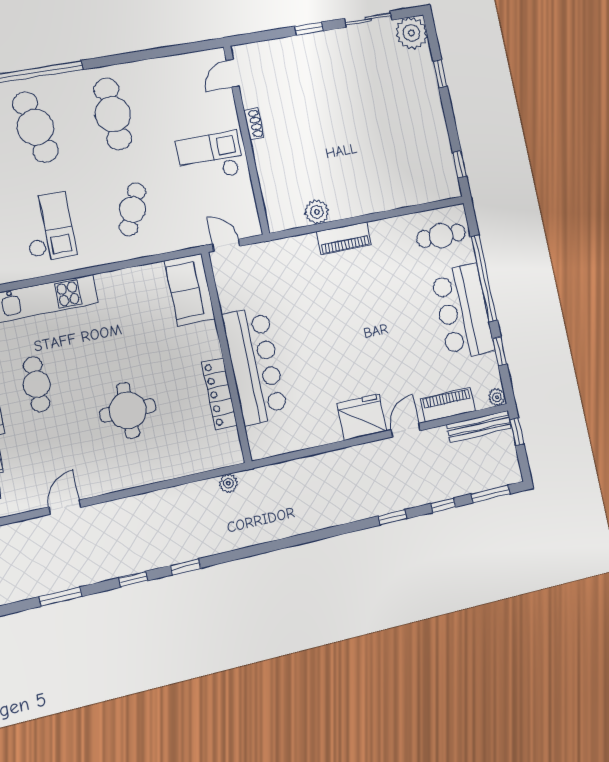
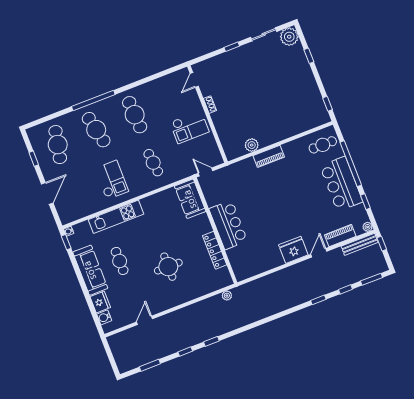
checkout: (210, 157) -> (189, 127), turned 180
cafe table: (132, 210) -> (153, 163), turned -30
bar counter: (255, 366) -> (228, 225), width x0.73

